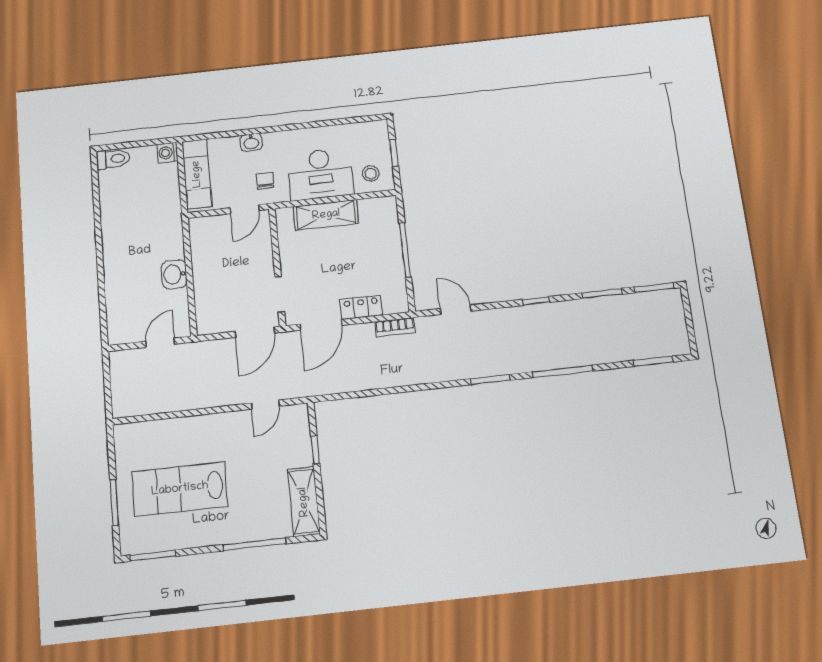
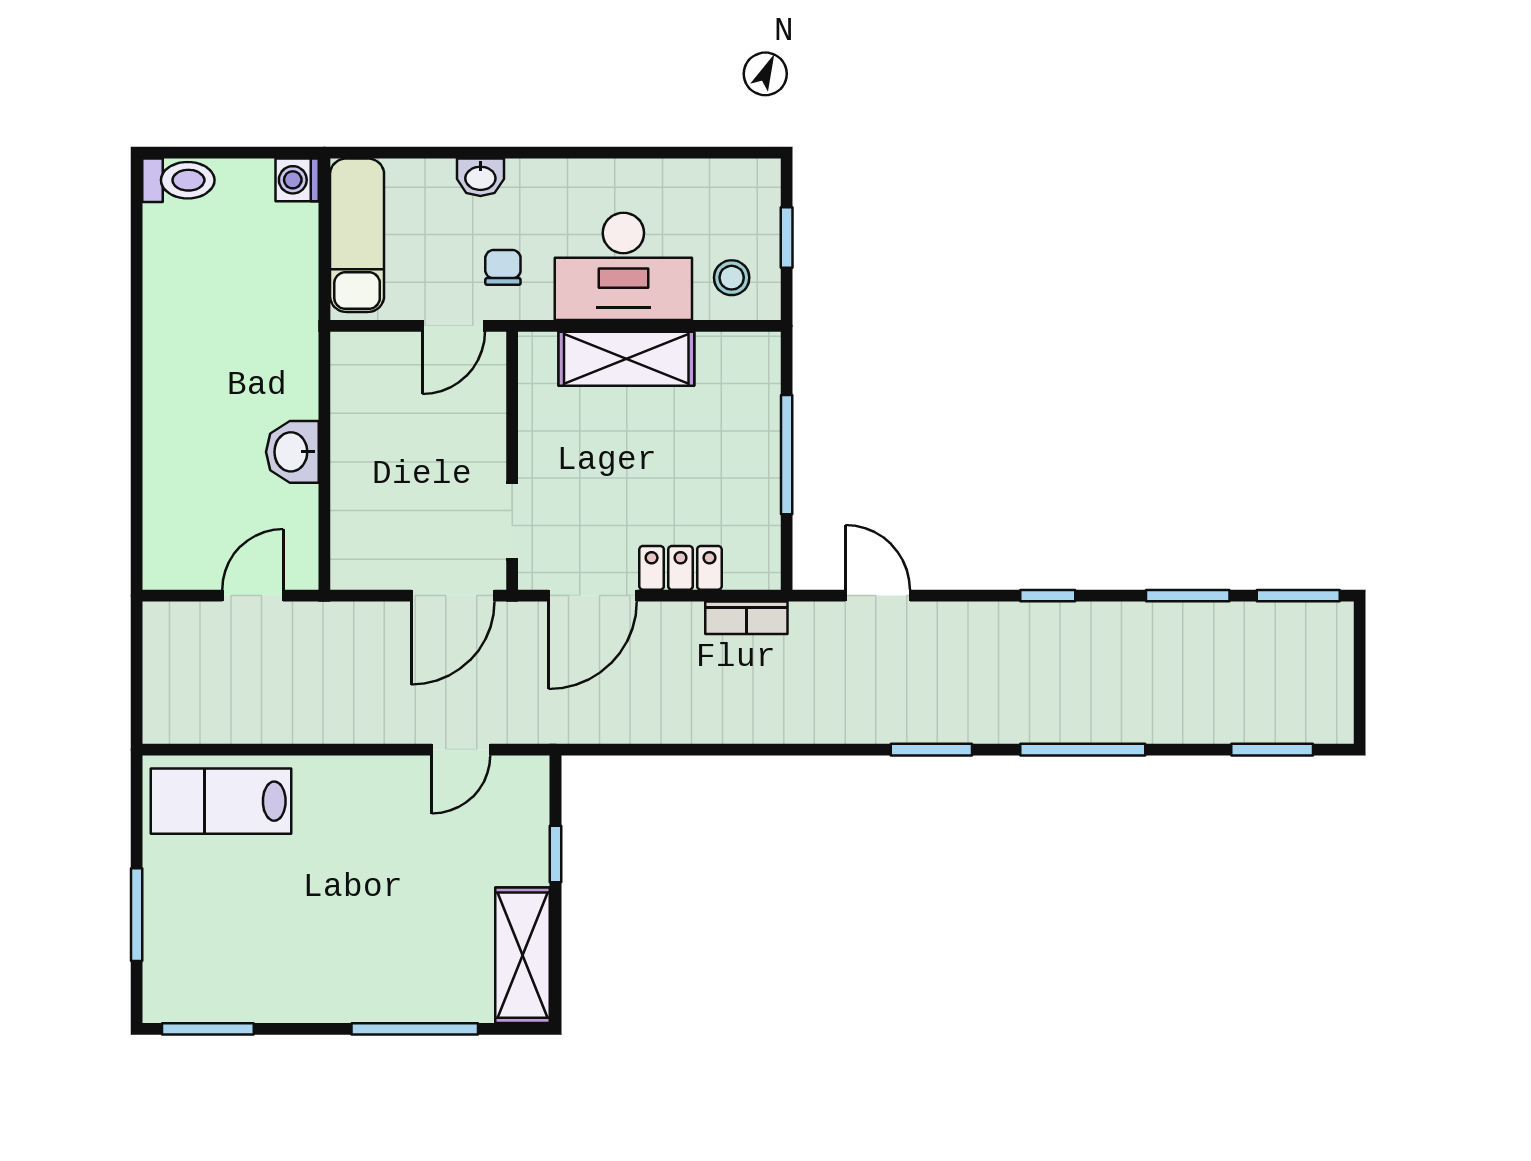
lab bench: (180, 489) -> (221, 801), moved, width x0.73, depth x0.72

